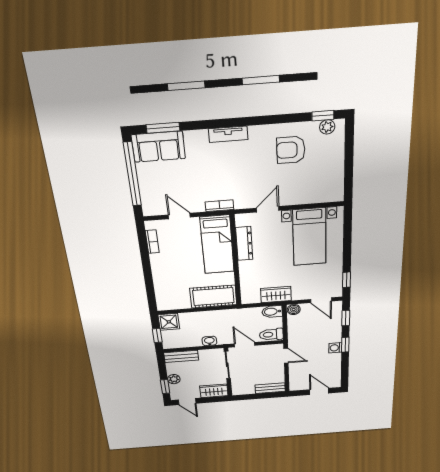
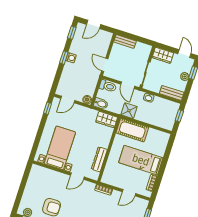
door: (179, 216) -> (129, 193), hinge flipped
bed: (217, 245) -> (141, 160), moved, turned -90
wardrobe: (276, 295) -> (107, 120), moved
door: (321, 300) -> (68, 99), swing flipped
window: (346, 318) -> (72, 33), moved
shower: (169, 322) -> (129, 111), moved
door: (319, 391) -> (94, 24), hinge flipped

